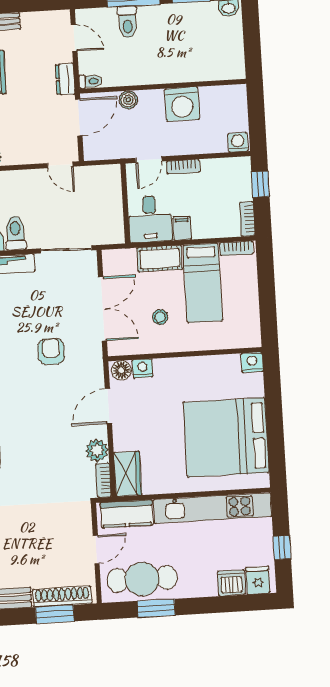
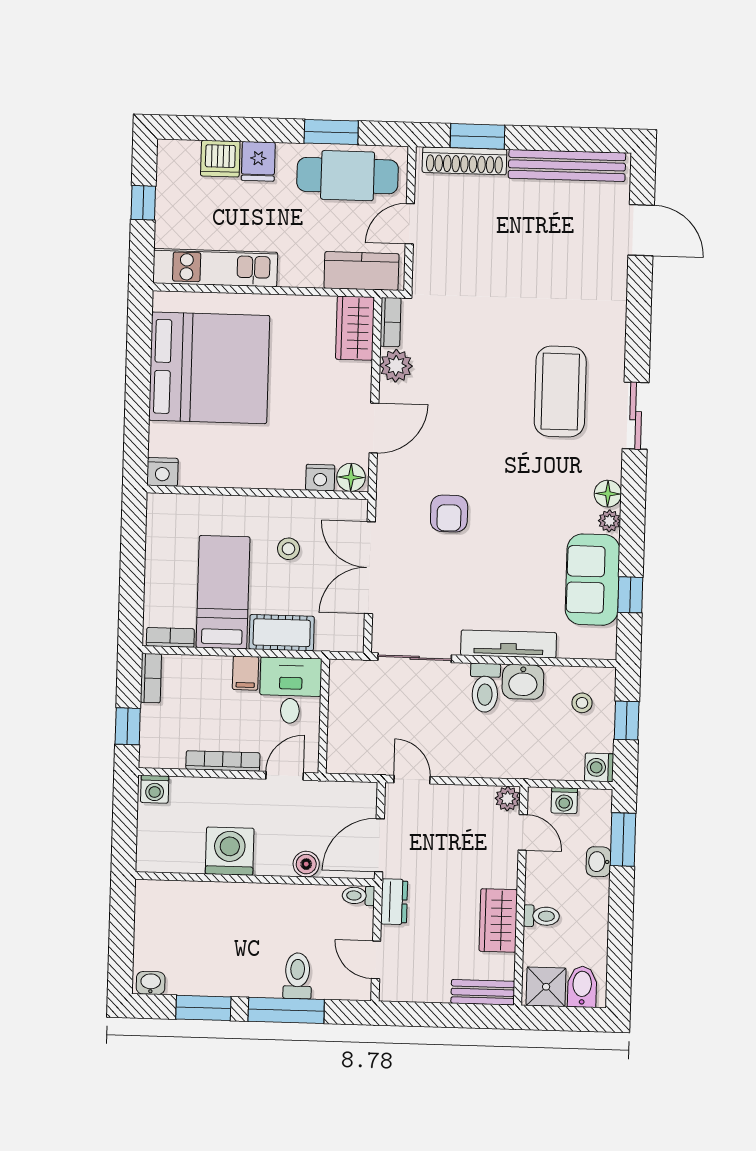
bookcase: (183, 167) -> (223, 761), width x1.56
kitchen unit: (213, 508) -> (215, 268), width x0.73
fridge: (258, 580) -> (258, 161), moved

